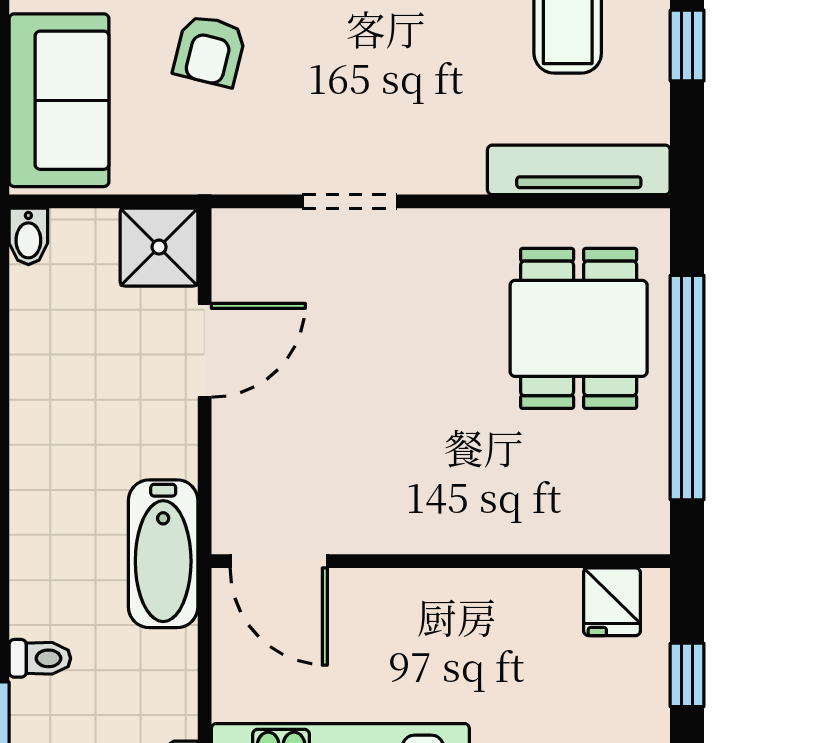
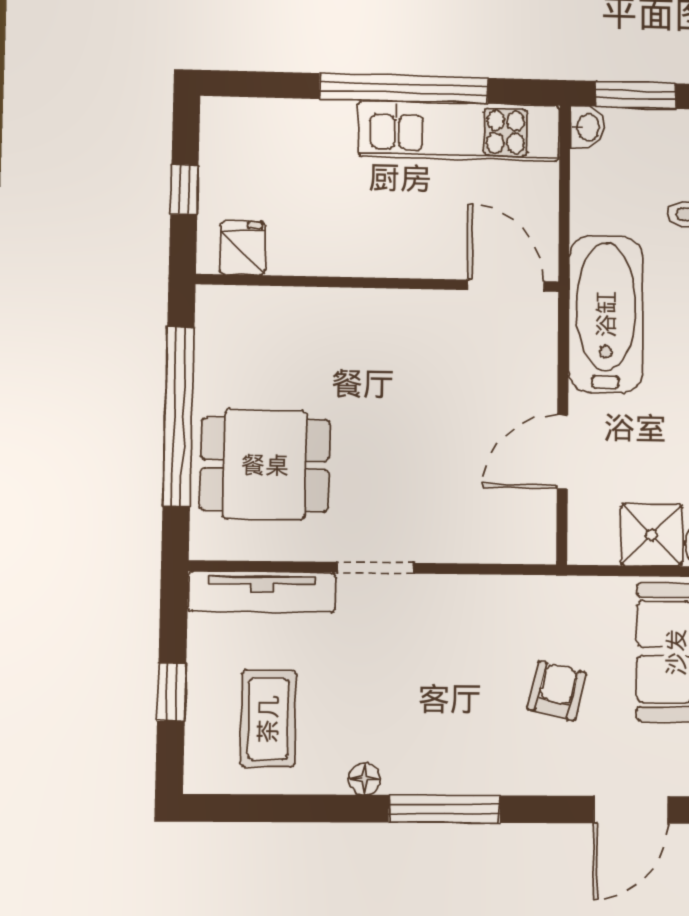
doorway: (350, 201) -> (375, 568), moved
shower: (159, 247) -> (651, 535), moved
dining table: (579, 328) -> (265, 465), turned 90
bathtub: (163, 554) -> (606, 314), width x1.36, depth x1.36

